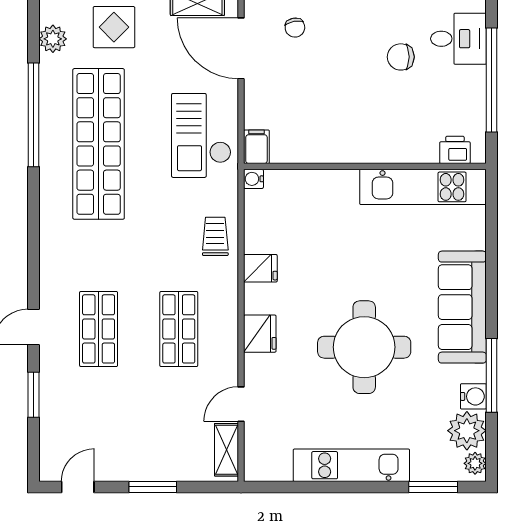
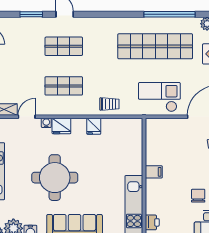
filing cabinet: (256, 147) -> (154, 172), moved
water cooler: (253, 179) -> (46, 123), moved
door: (241, 404) -> (27, 117), hinge flipped

